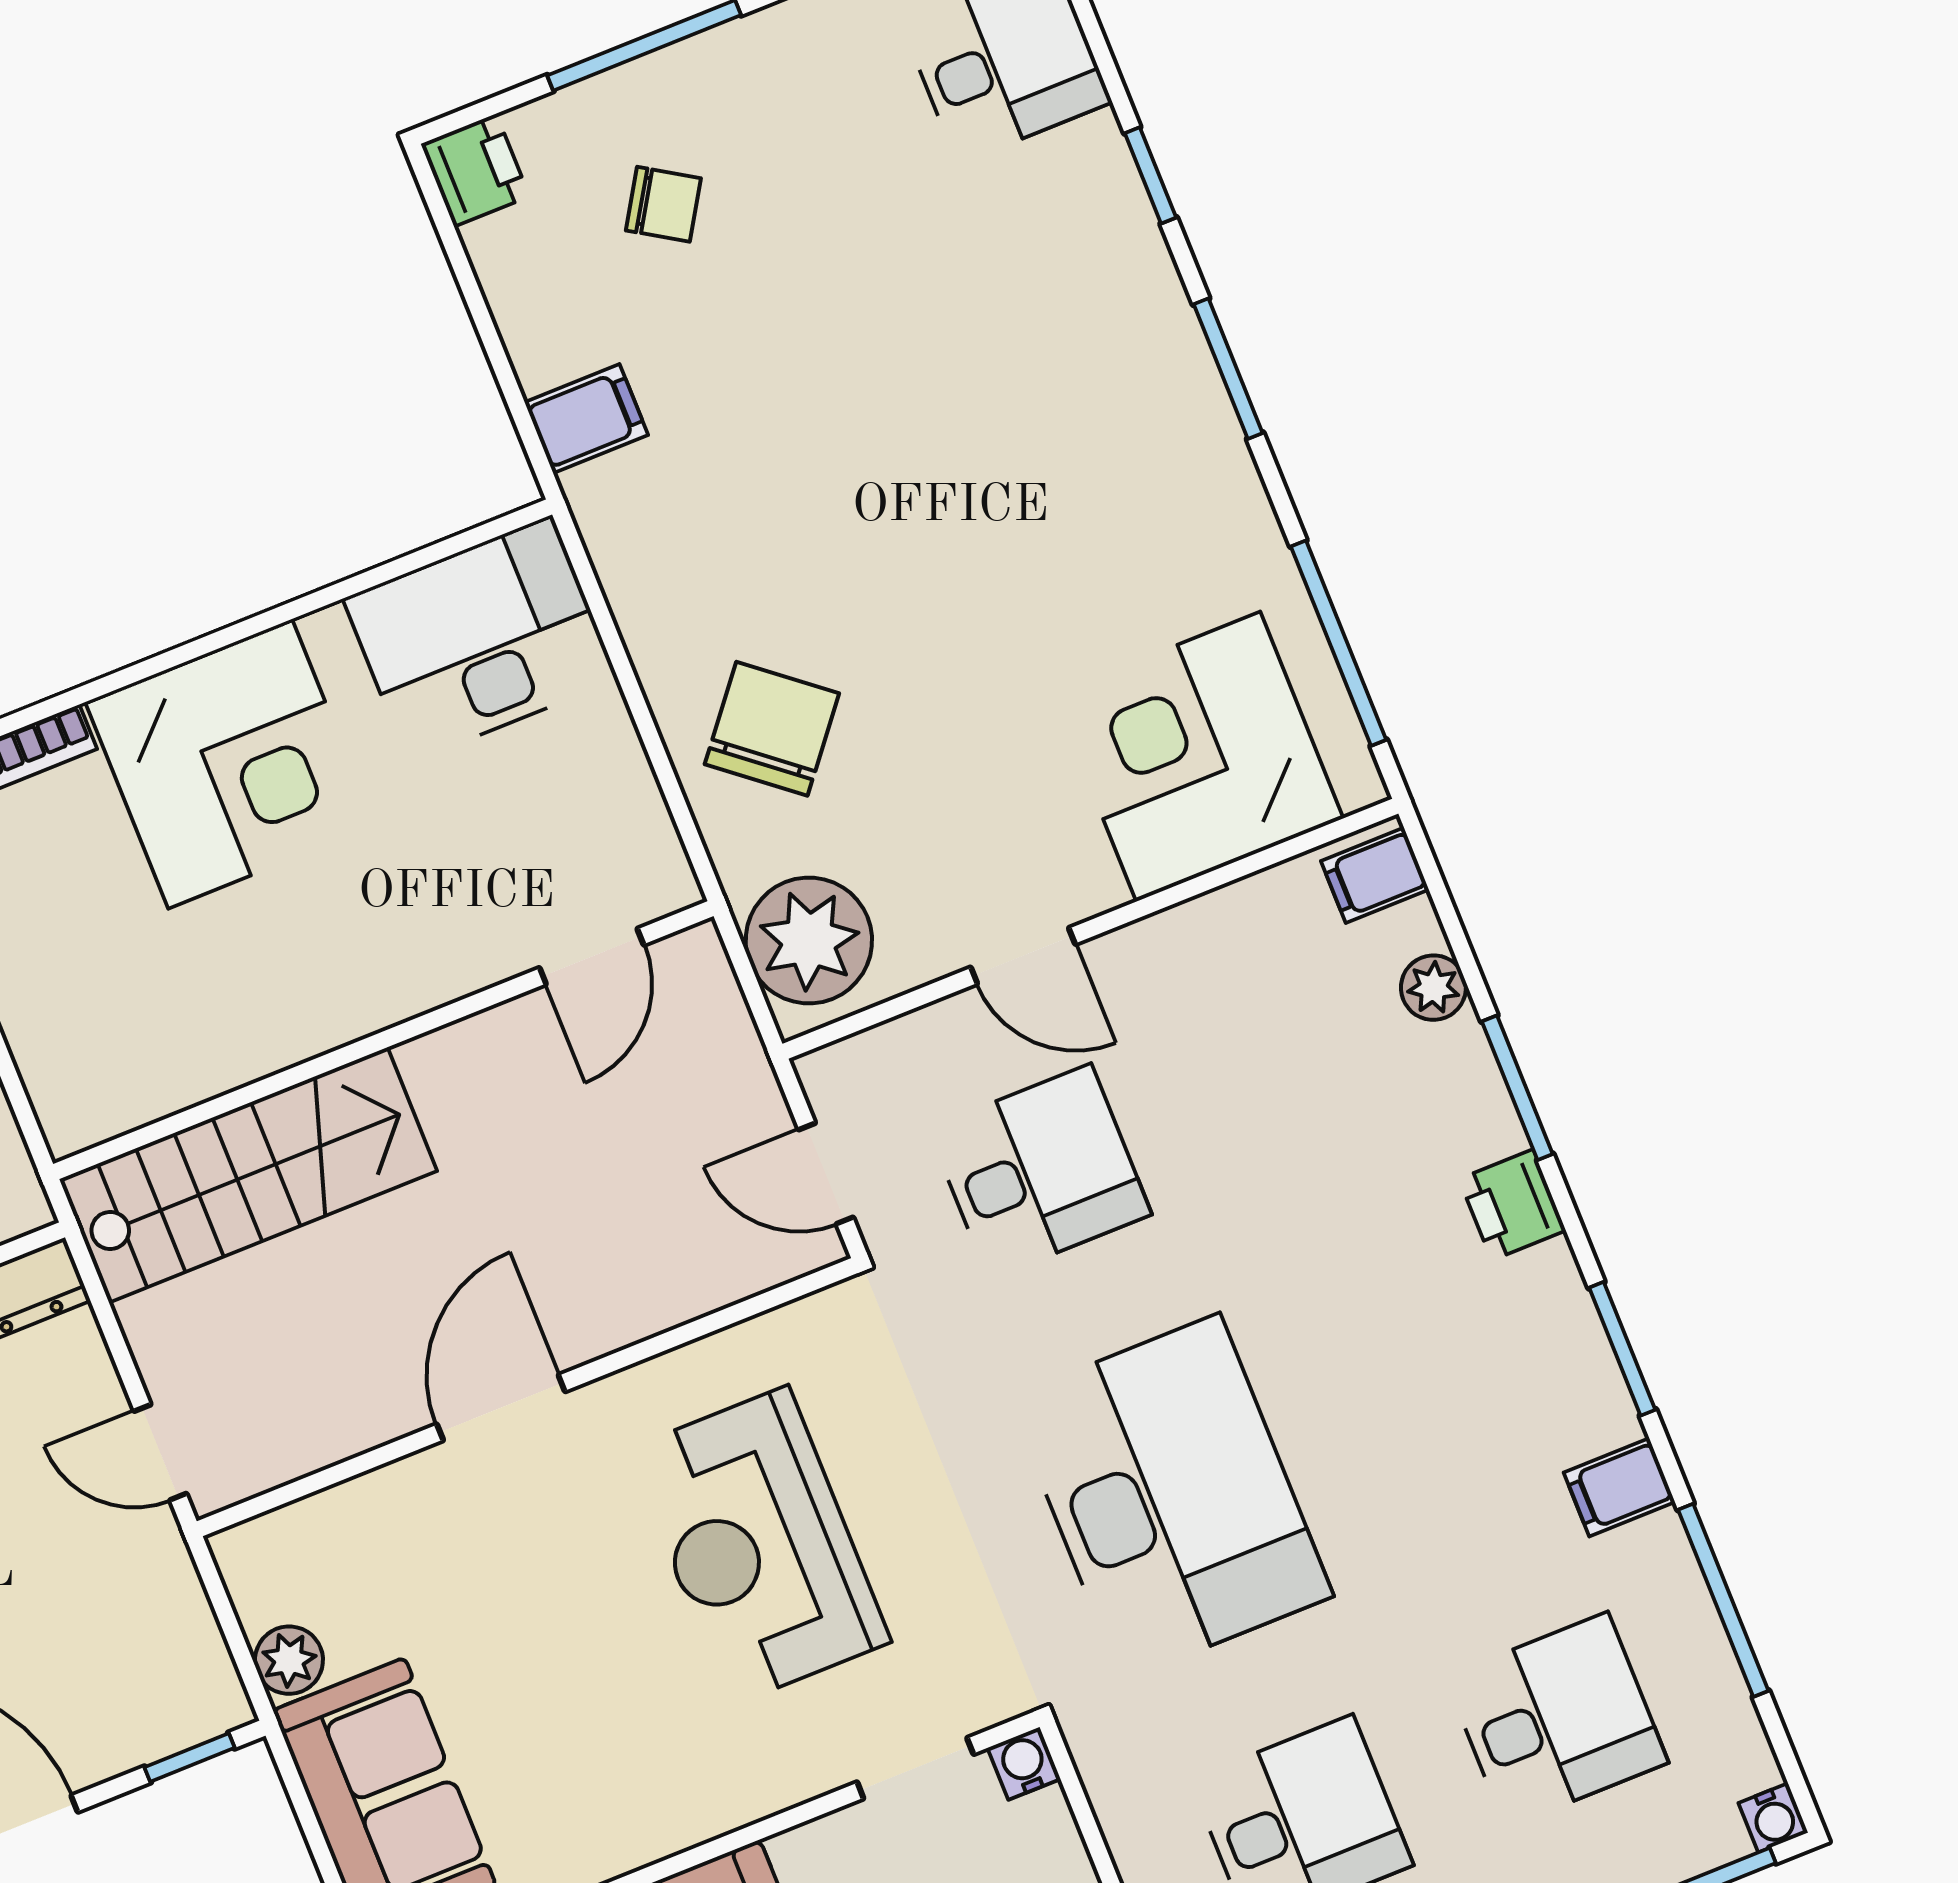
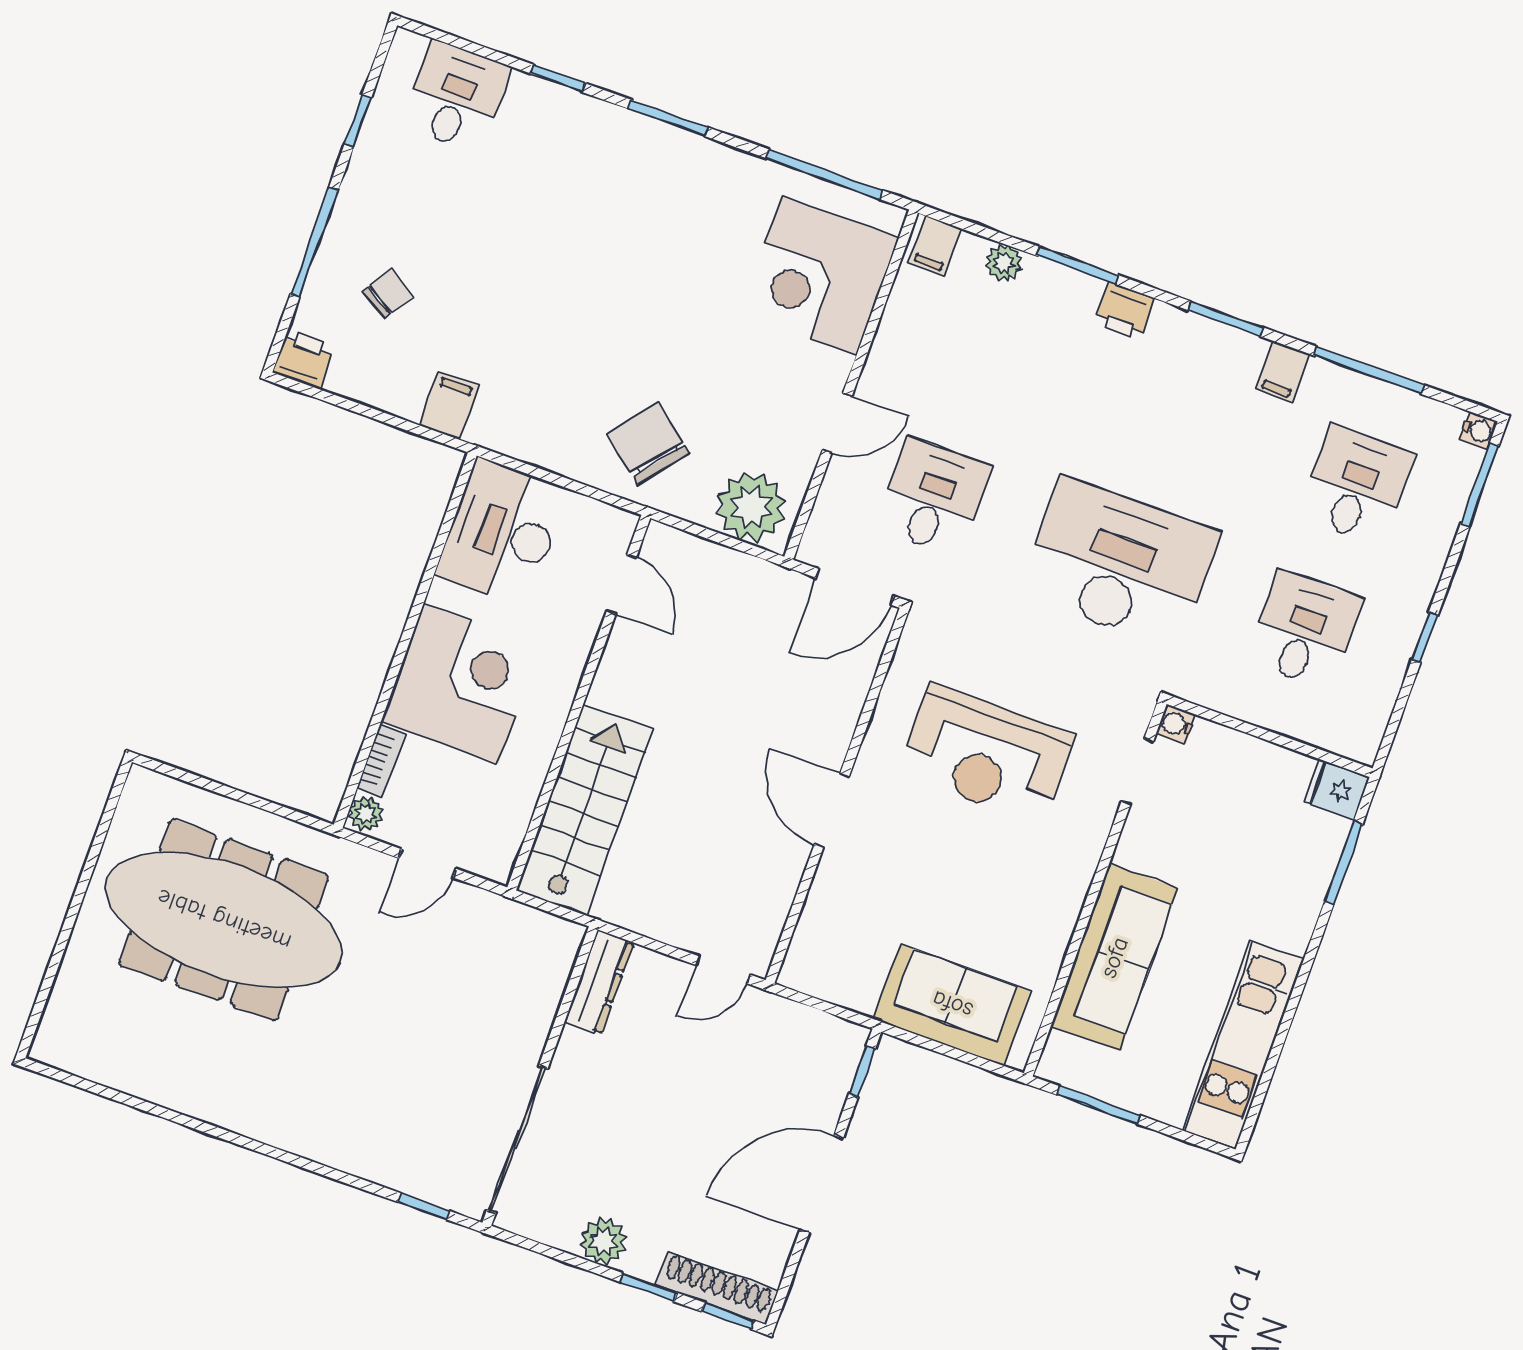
door: (592, 956) -> (621, 584), moved
wall: (383, 1040) -> (579, 703), moved
door: (826, 1174) -> (855, 587), width x1.38
stairs: (248, 1175) -> (585, 810), moved
plant: (289, 1660) -> (858, 994), removed

